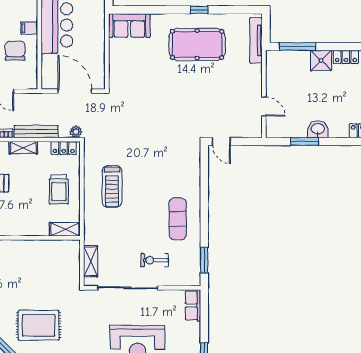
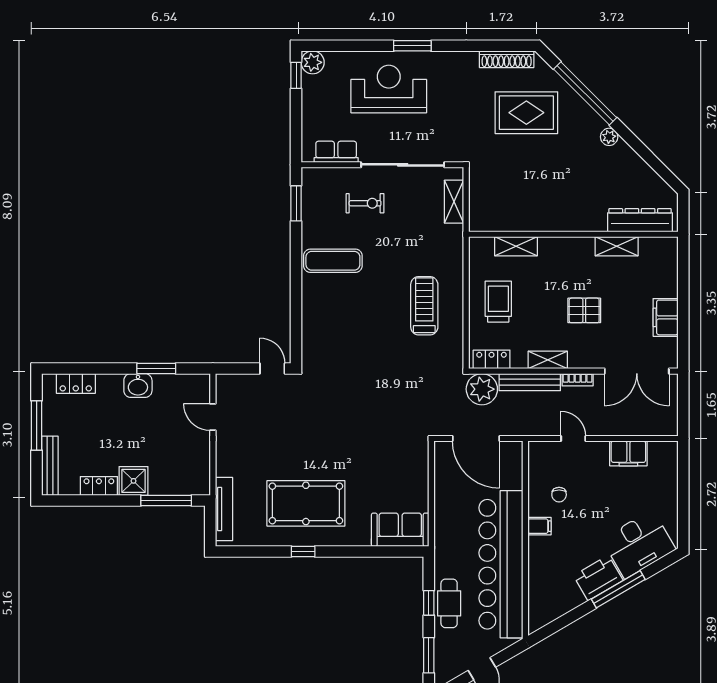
chair: (15, 51) -> (559, 495), width x0.54, depth x0.54
plant: (76, 132) -> (482, 389), width x1.87, depth x1.87
exercise mat: (178, 219) -> (333, 261), turned 90
shelving: (65, 229) -> (516, 246), moved
row of seats: (193, 305) -> (336, 152), moved, turned -90

